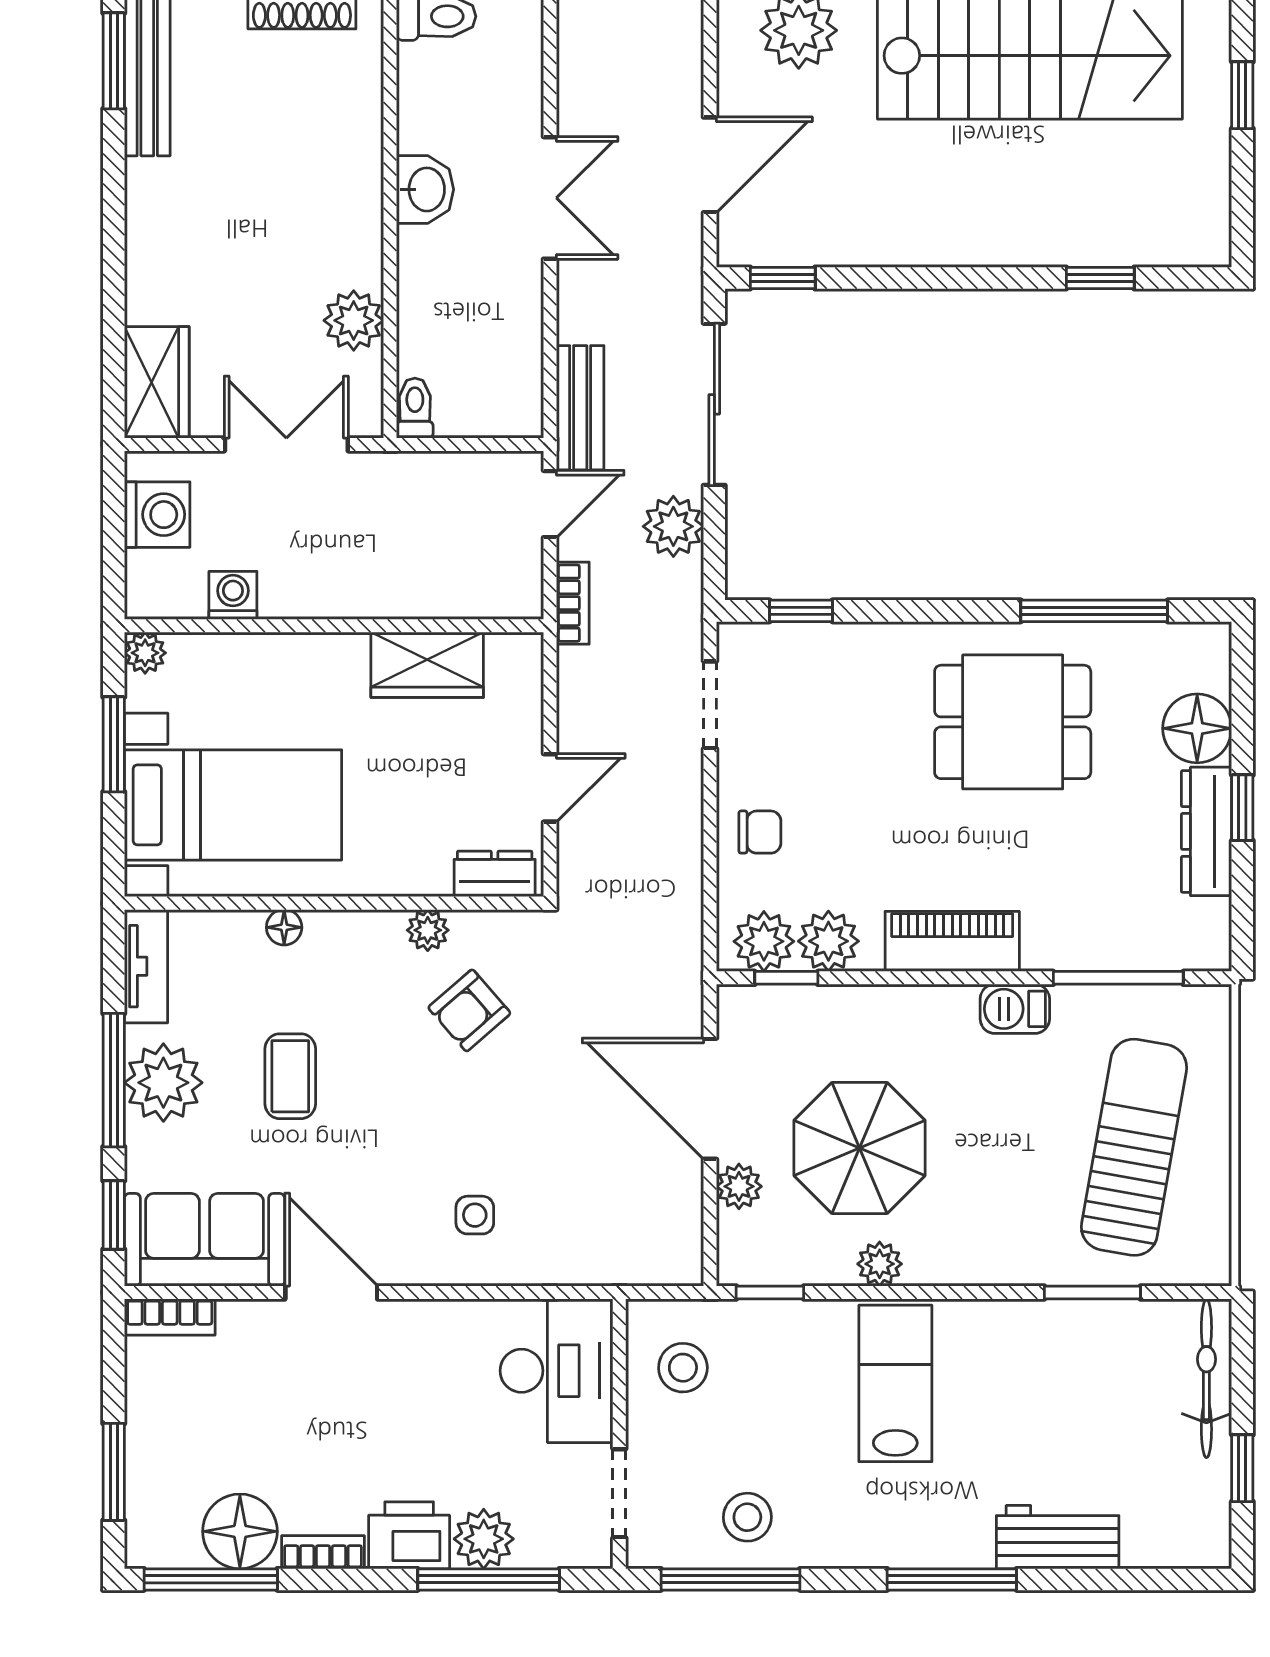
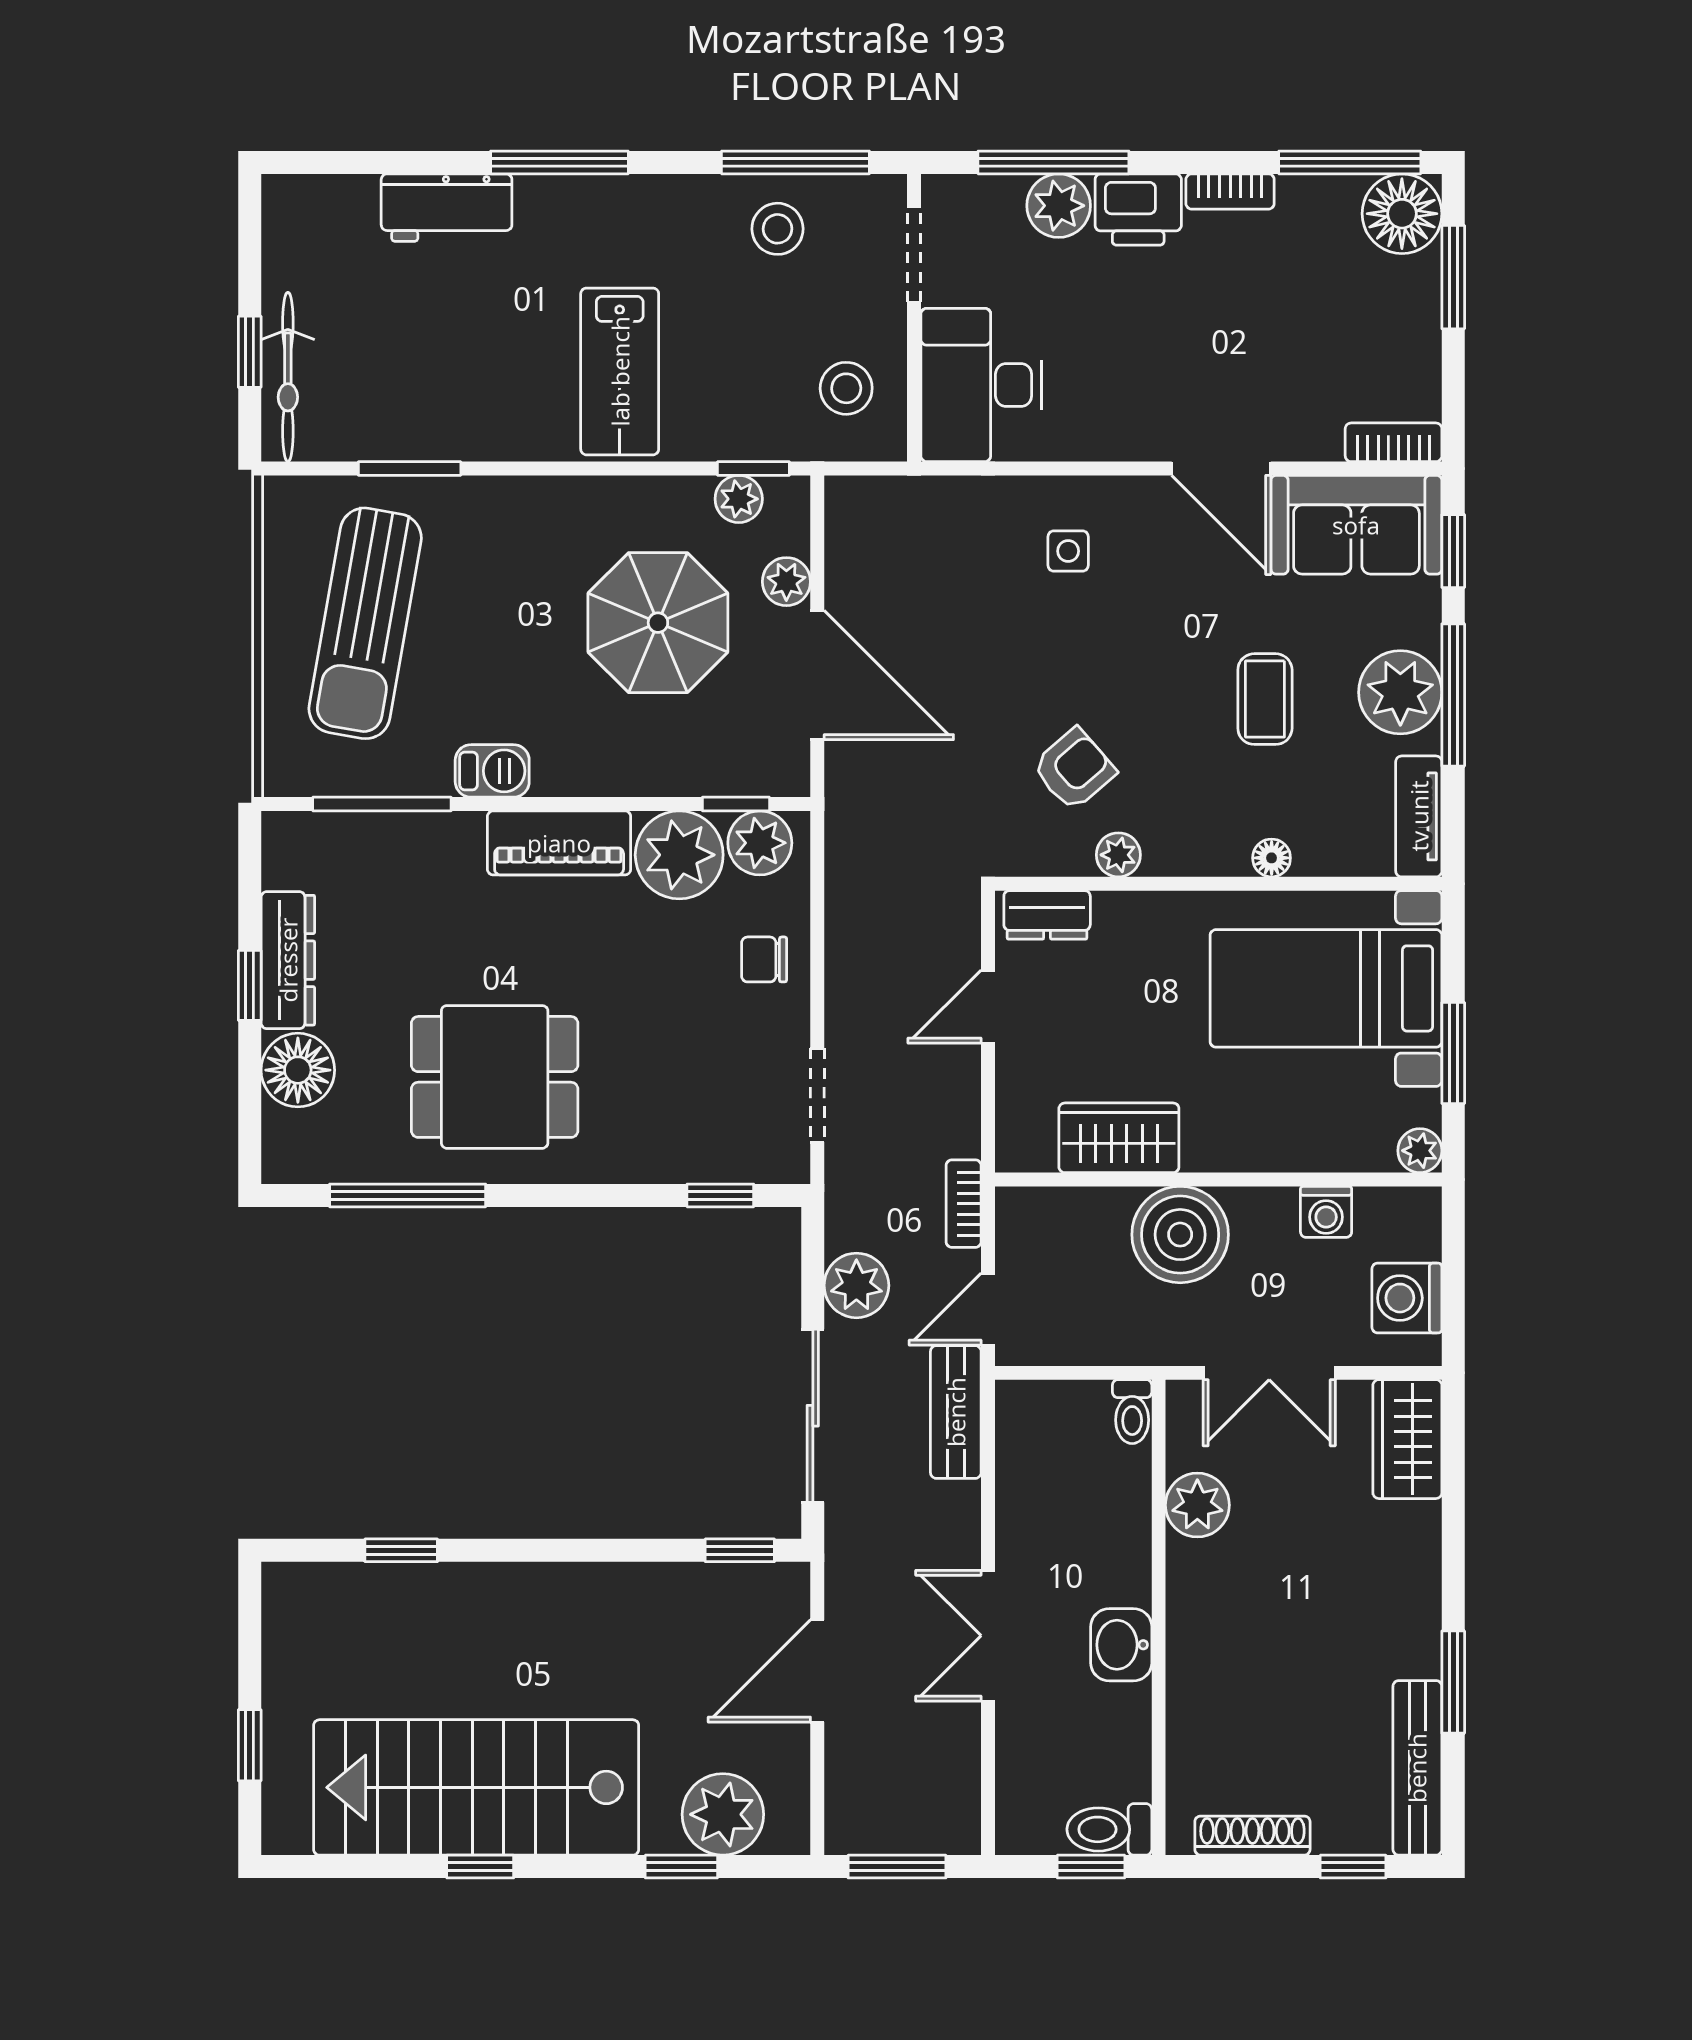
window: (114, 61) -> (1453, 1682), moved
boiler: (370, 574) -> (1180, 1235), added
plant: (828, 941) -> (679, 855), width x1.36, depth x1.36
plant: (880, 1264) -> (739, 499), moved
window: (1242, 1468) -> (250, 352), moved
floor lamp: (240, 1531) -> (1402, 214), moved

